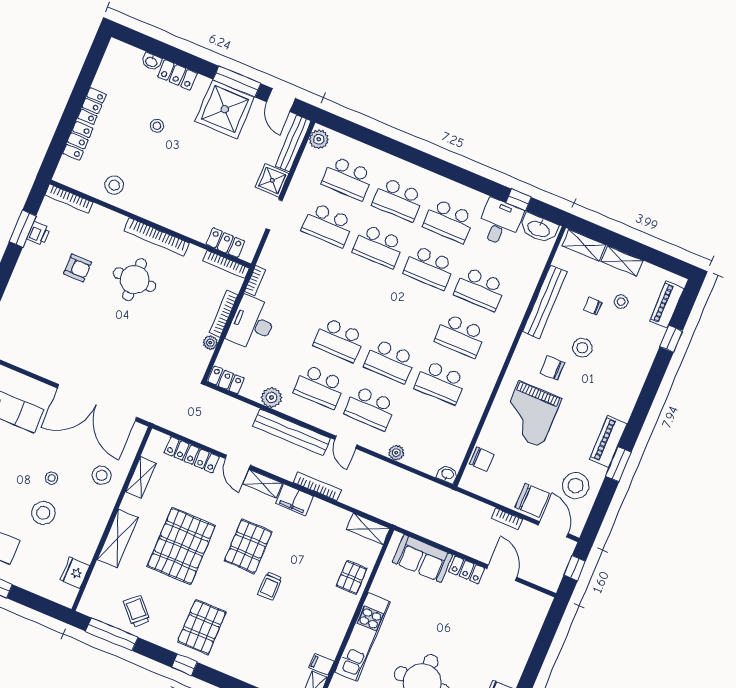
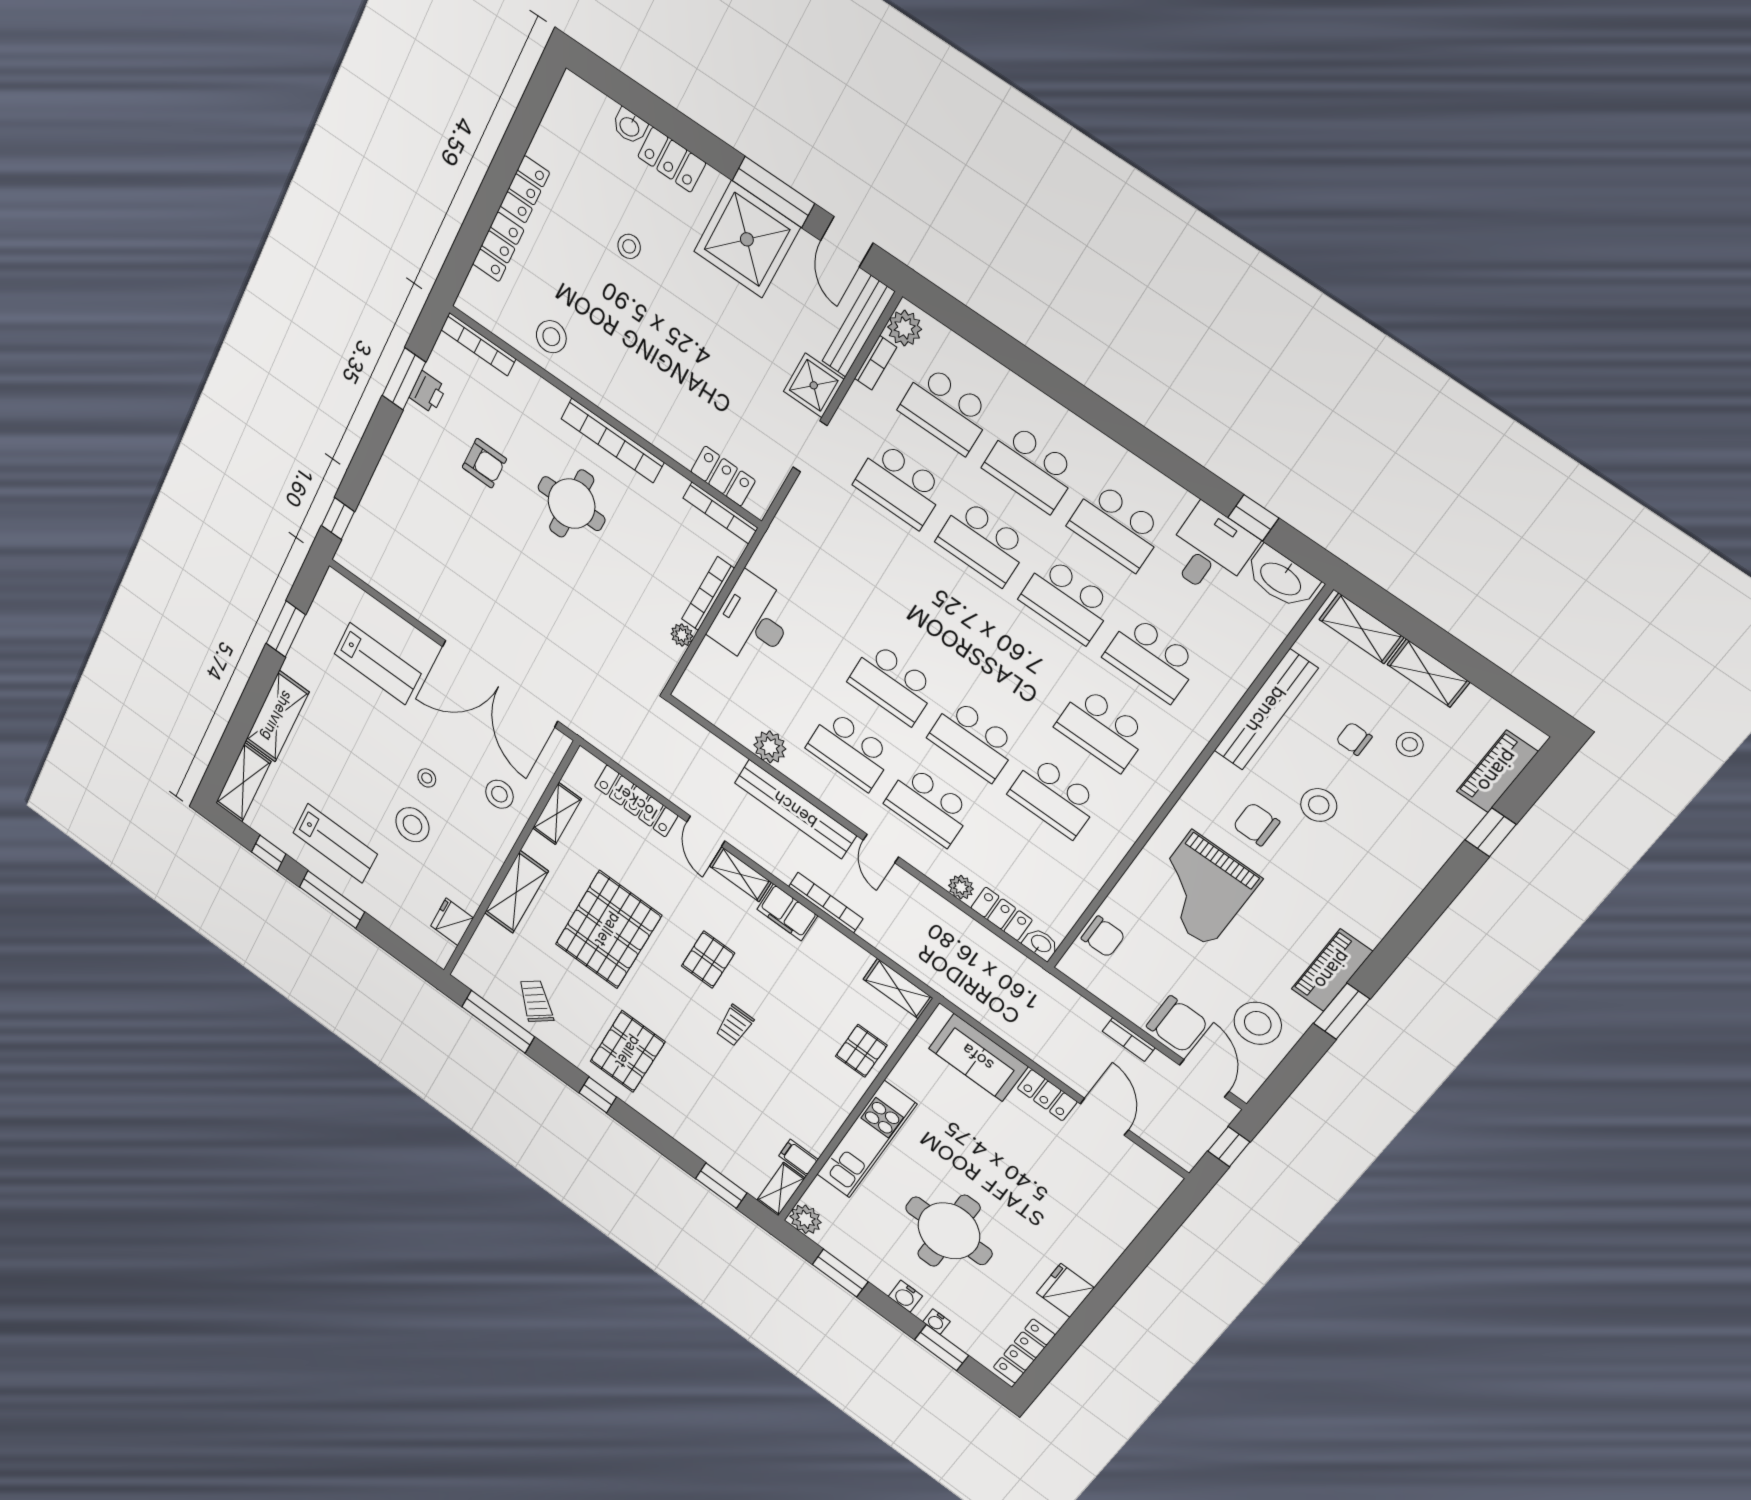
bookcase: (255, 281) -> (876, 363), moved
locker: (226, 380) -> (1001, 914), moved
pallet: (248, 546) -> (708, 960), width x0.67, depth x0.71

